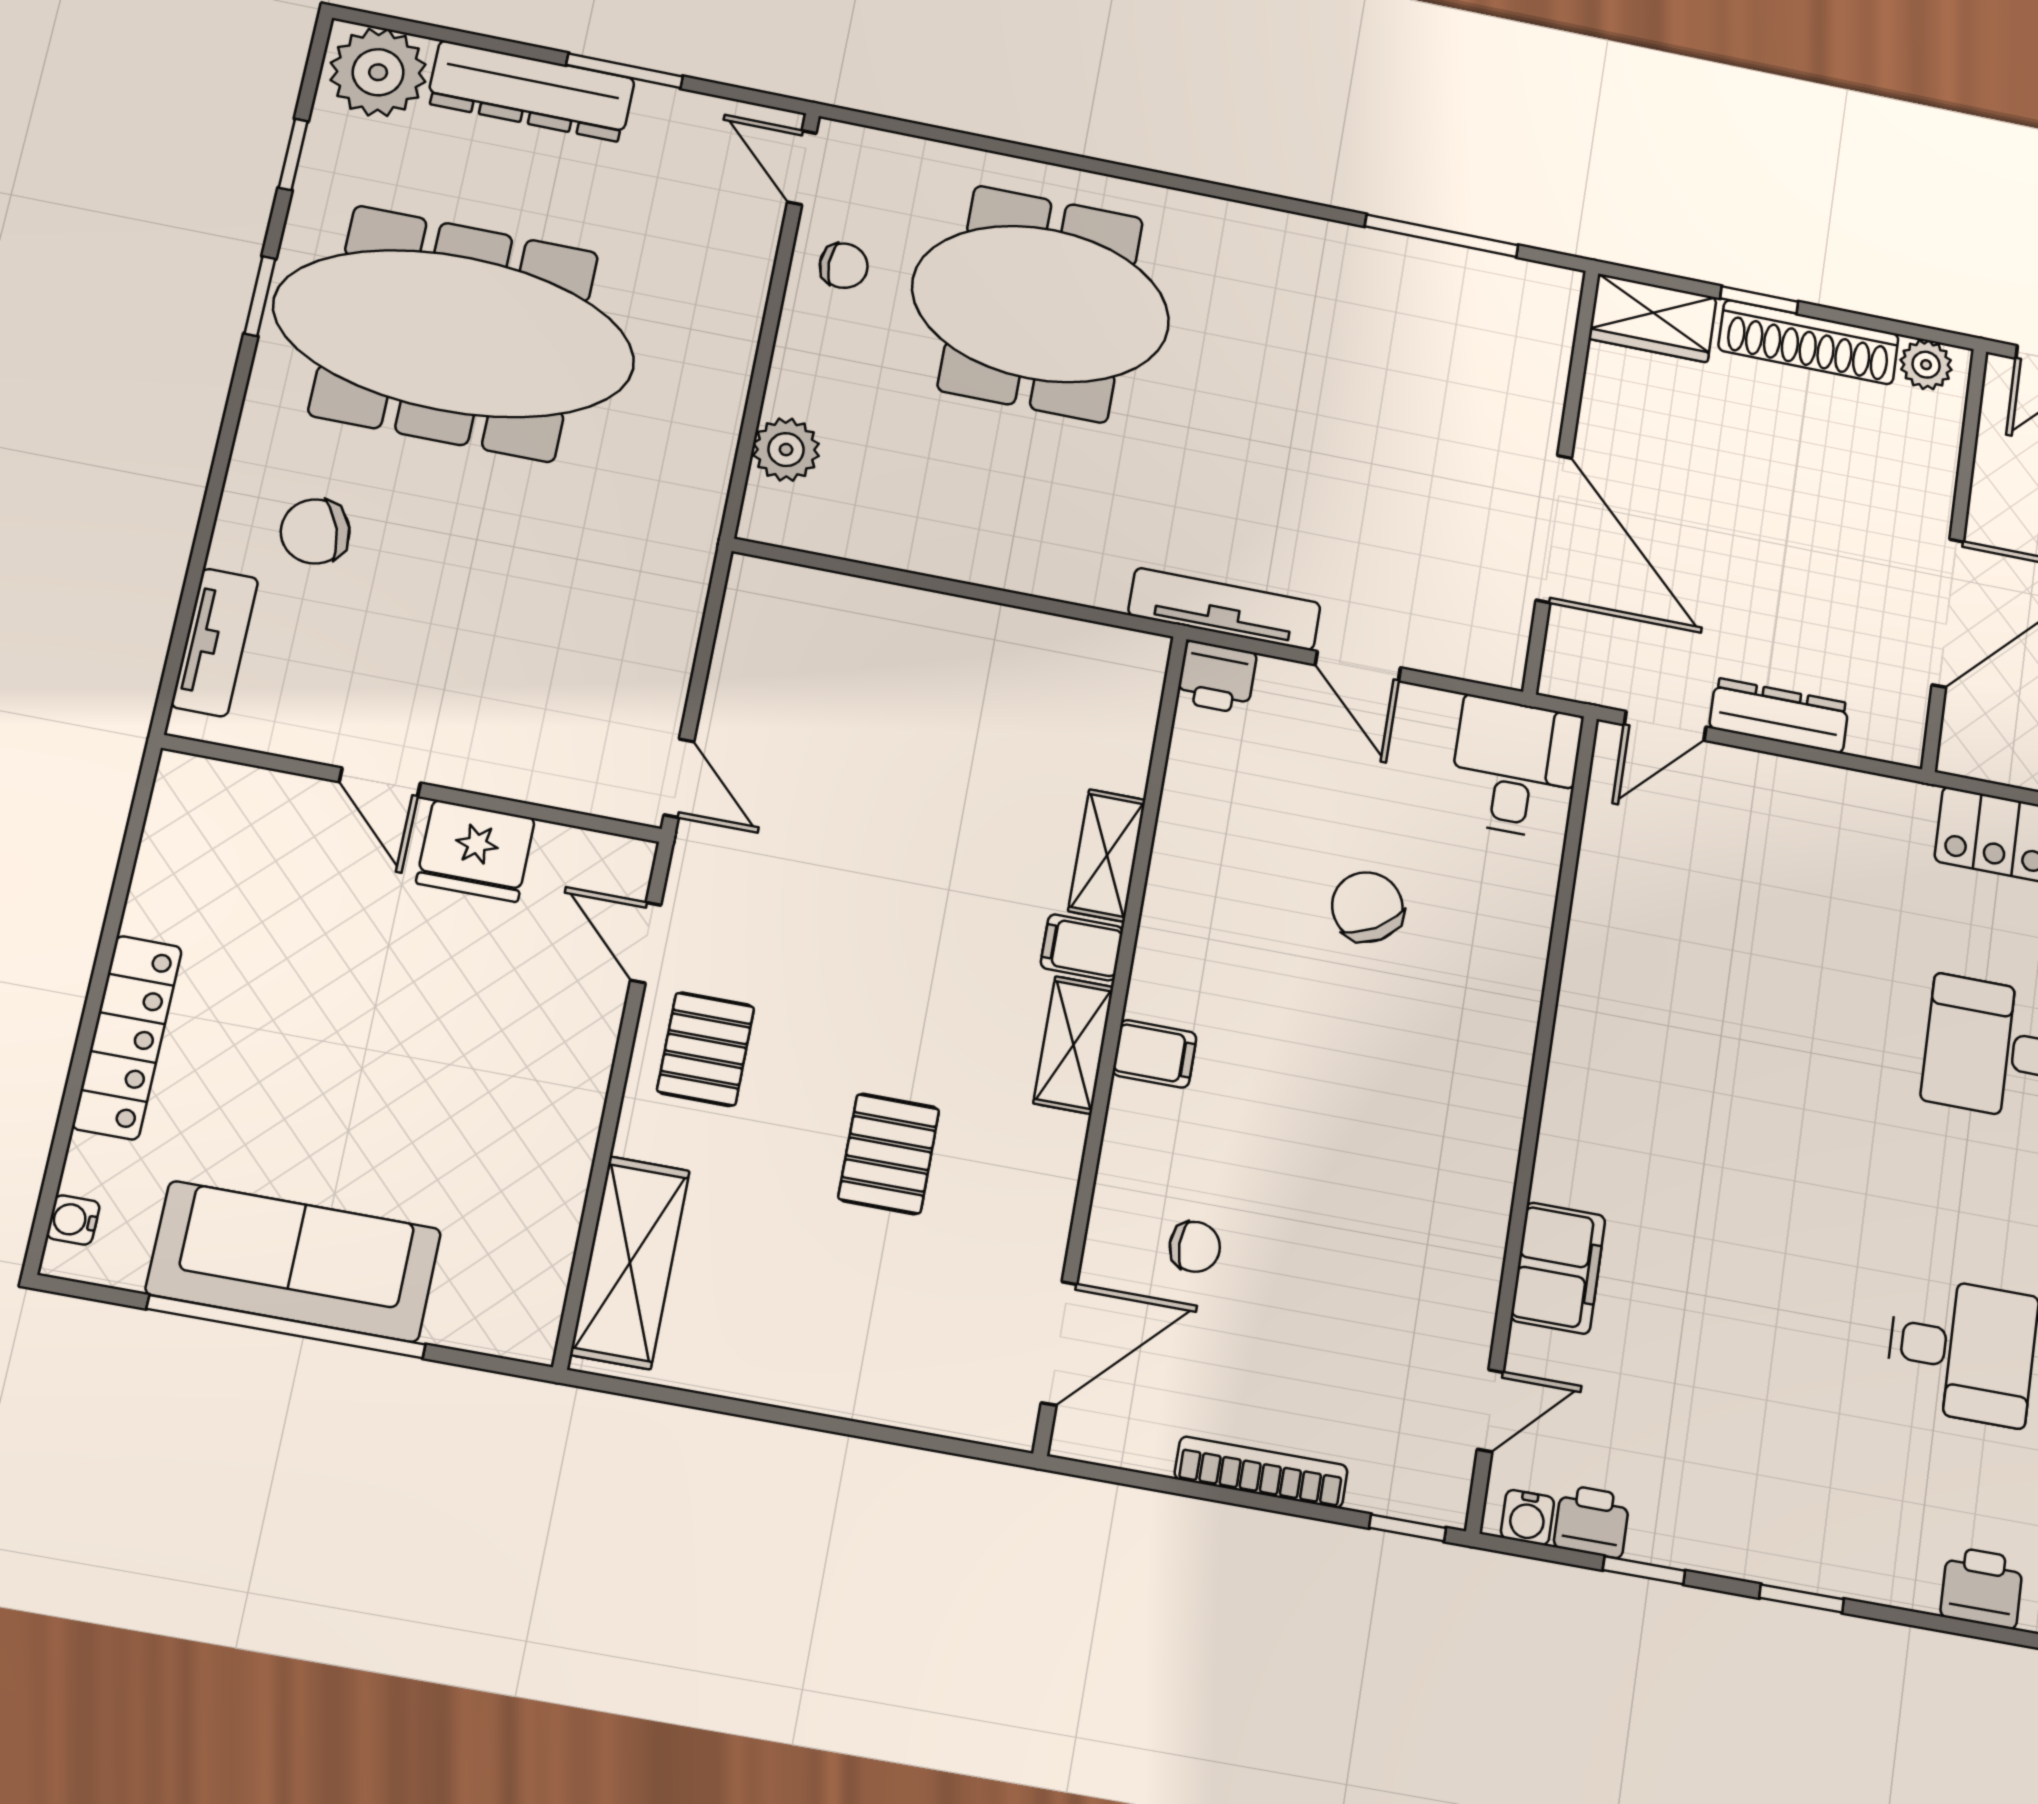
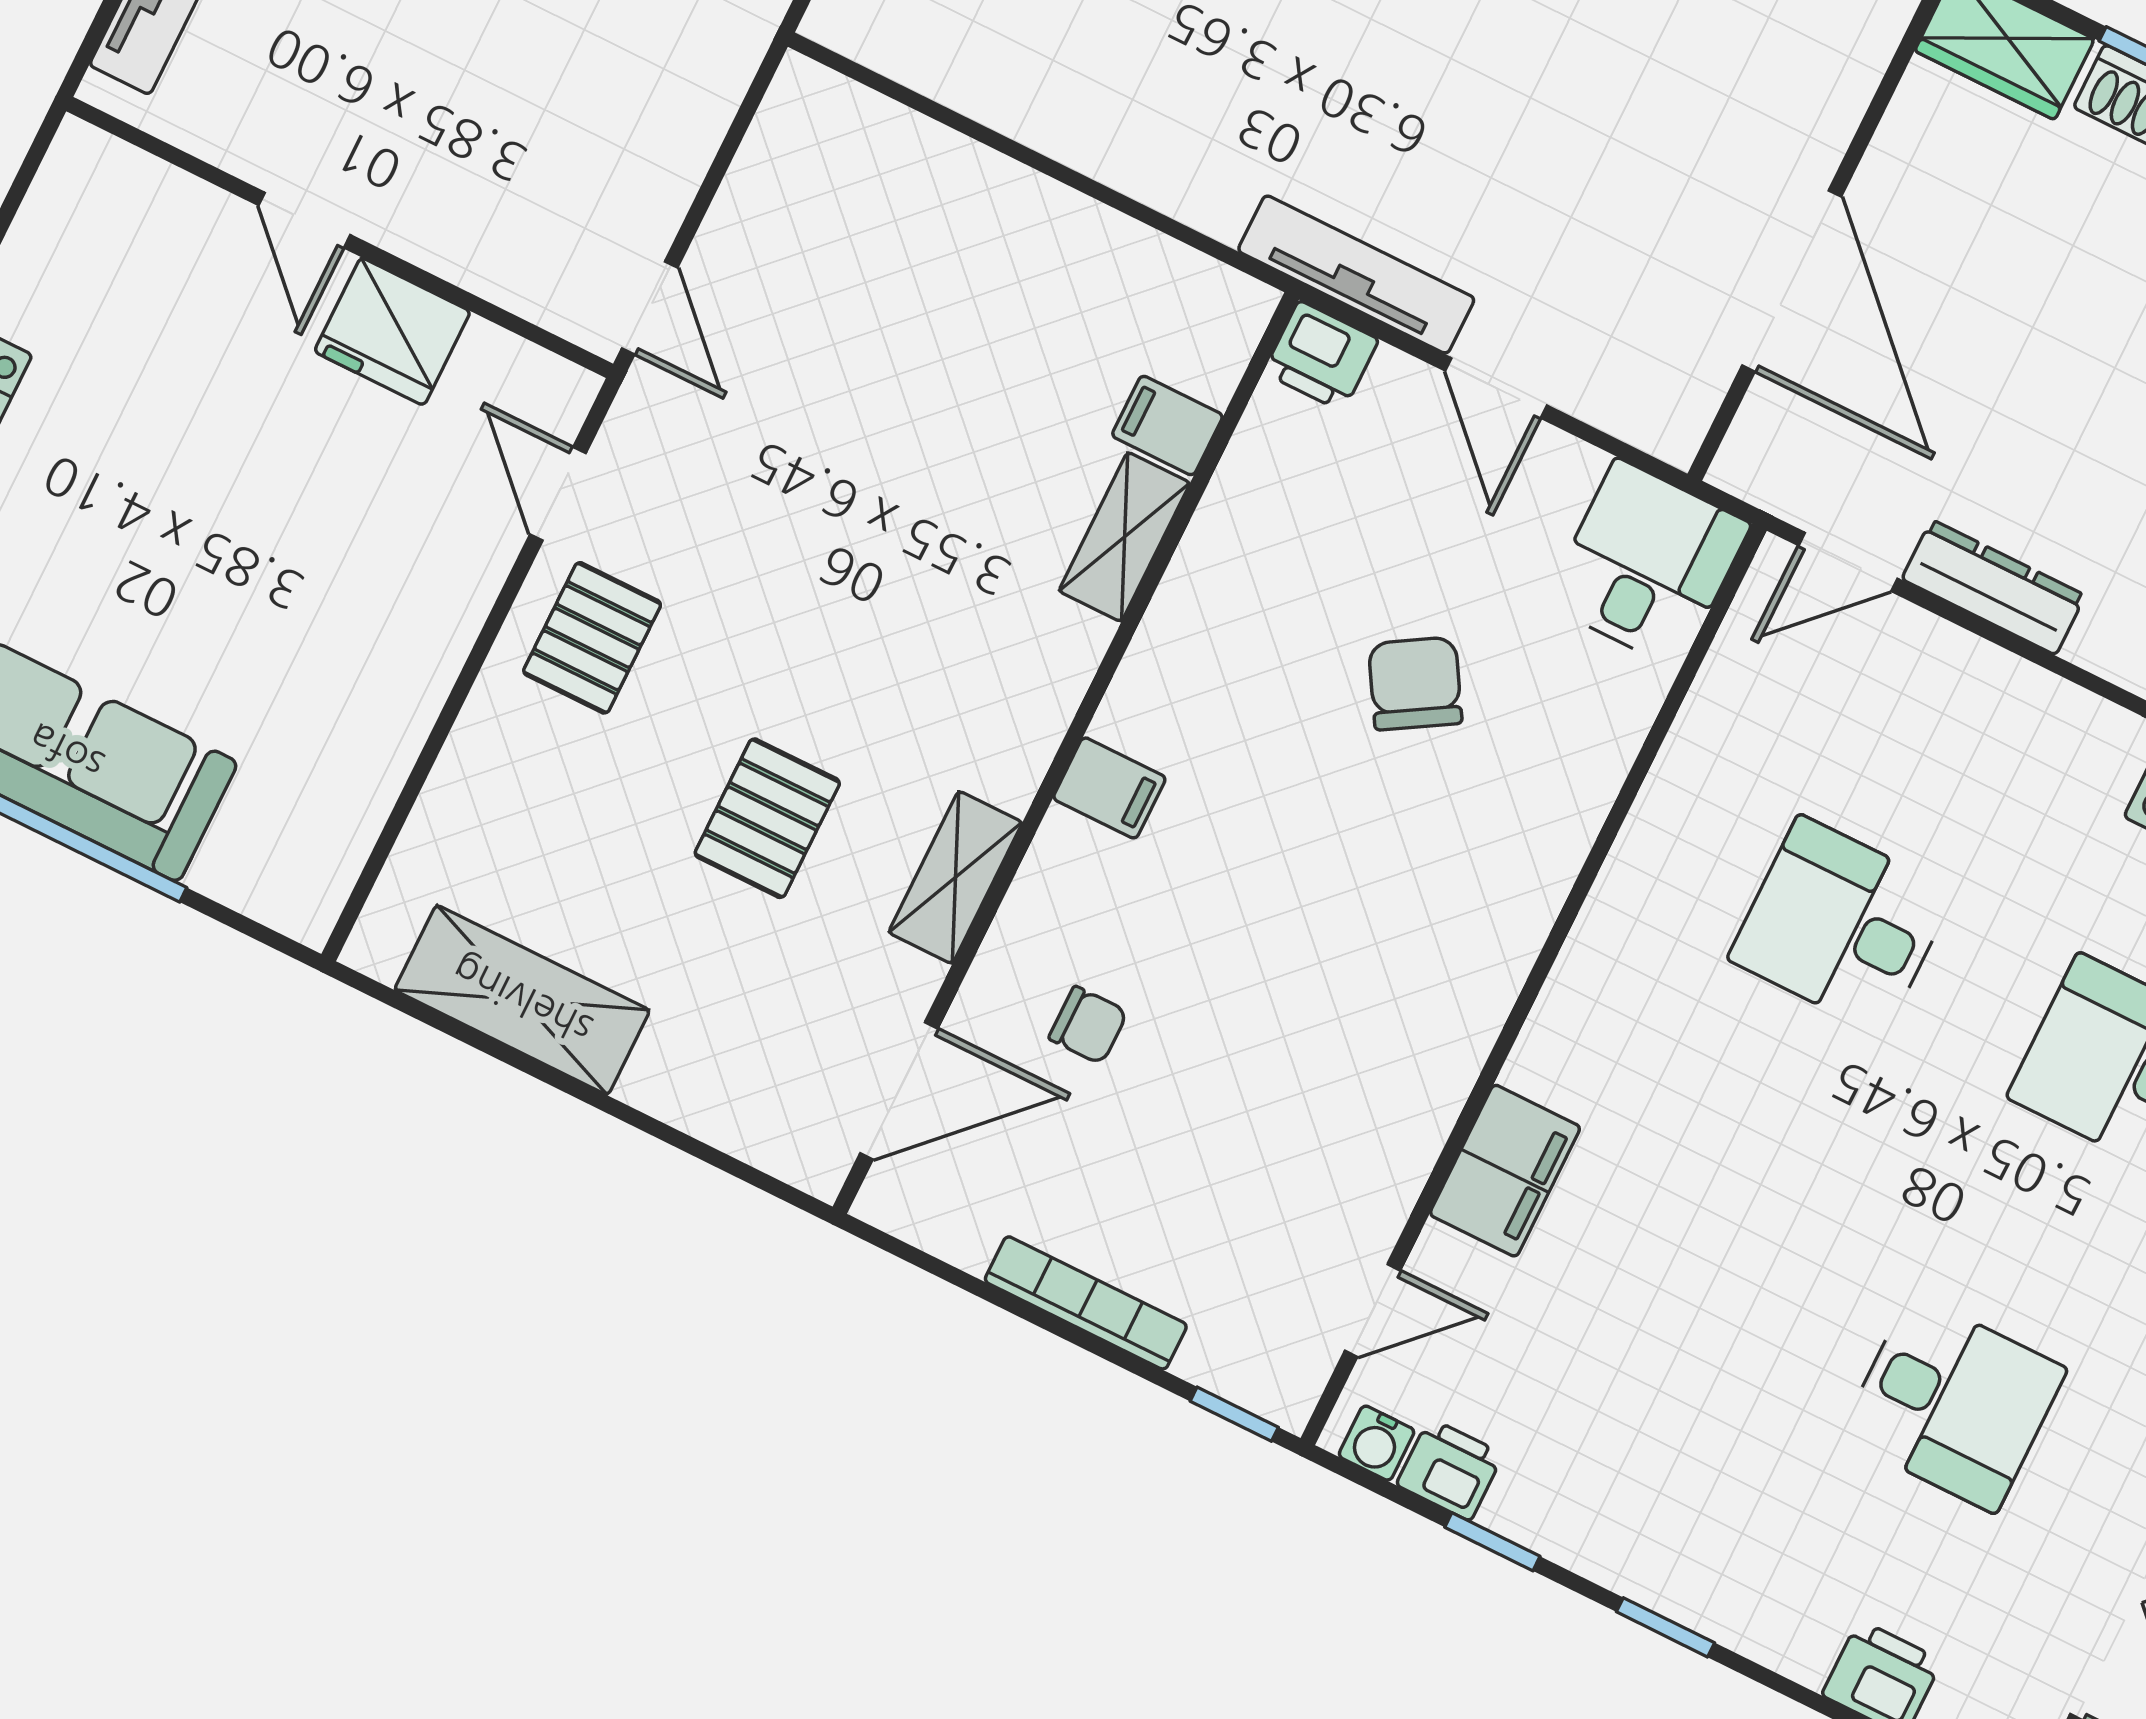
filing cabinet: (1082, 947) -> (1167, 425), moved
desk: (1752, 1002) -> (1841, 925), added
shelving: (1073, 1045) -> (955, 877), moved
shelving: (630, 1262) -> (522, 1000), moved, turned 90

